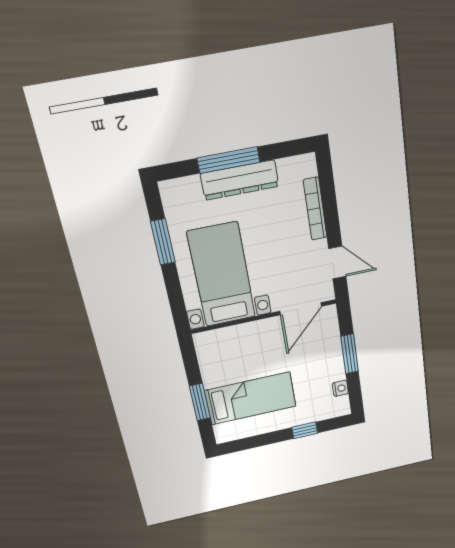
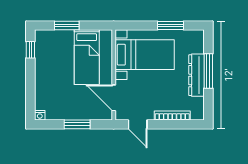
door: (337, 263) -> (138, 124), hinge flipped
nightstand: (340, 388) -> (40, 115), moved
bed: (251, 398) -> (87, 57), moved
window: (305, 430) -> (30, 50), moved

